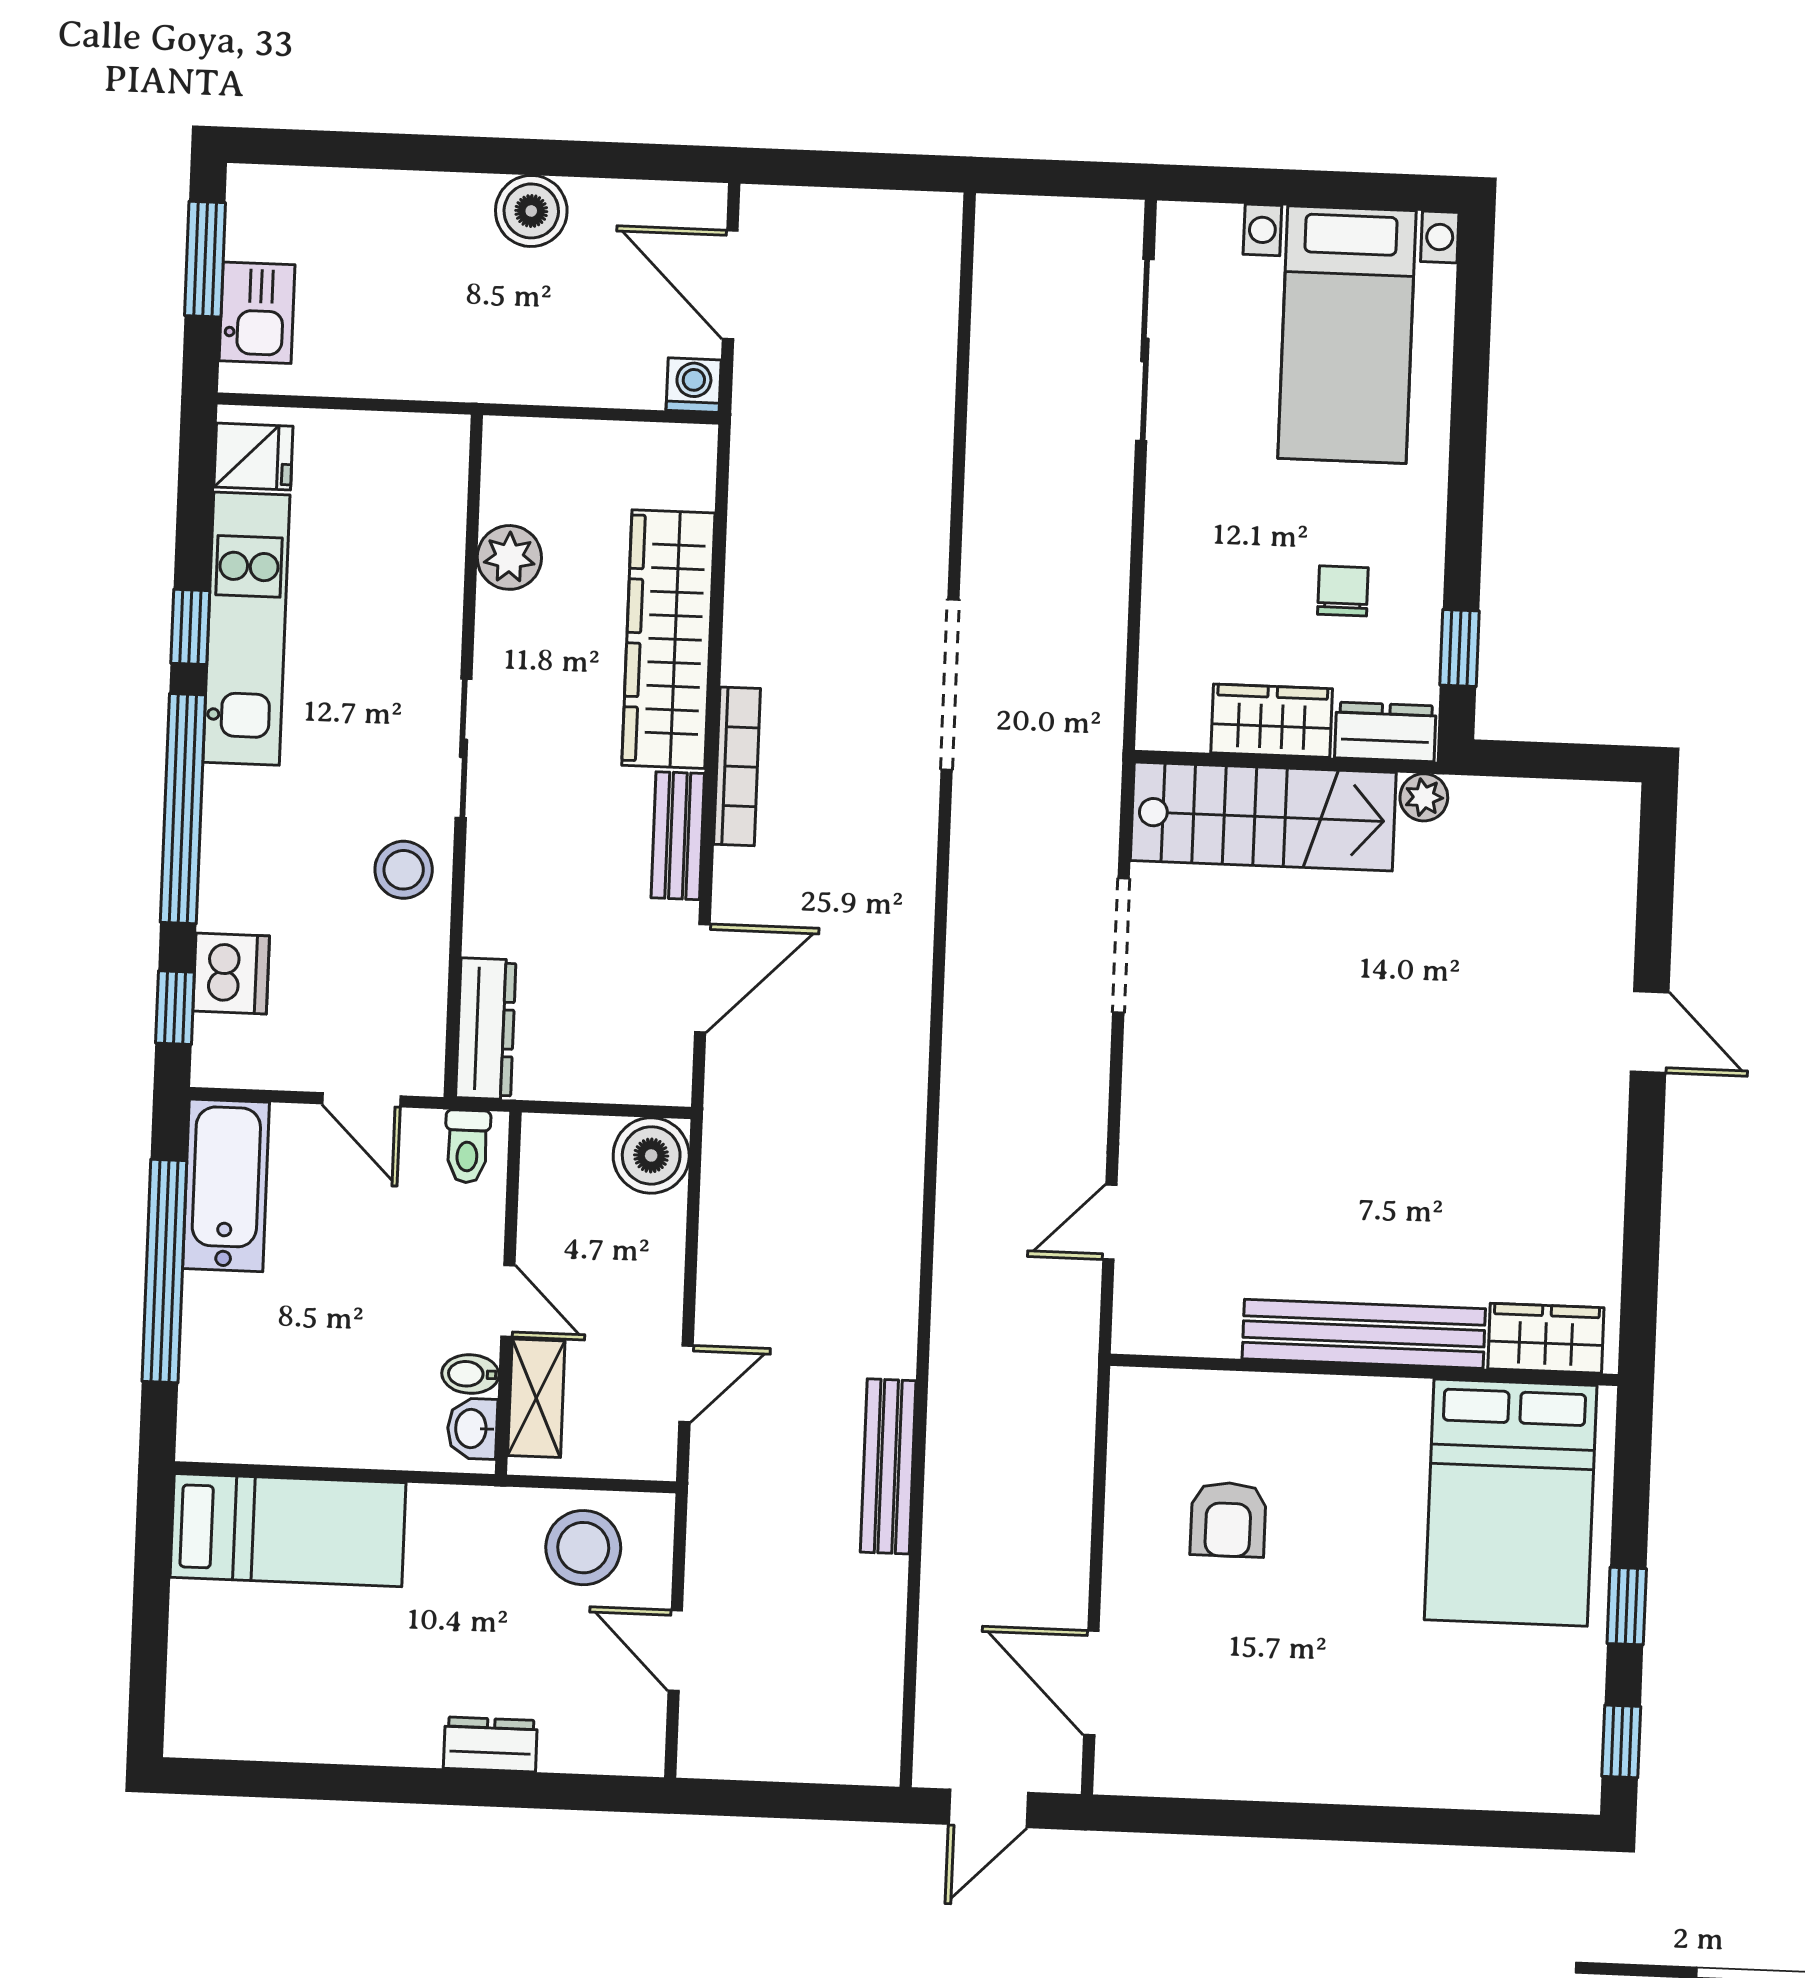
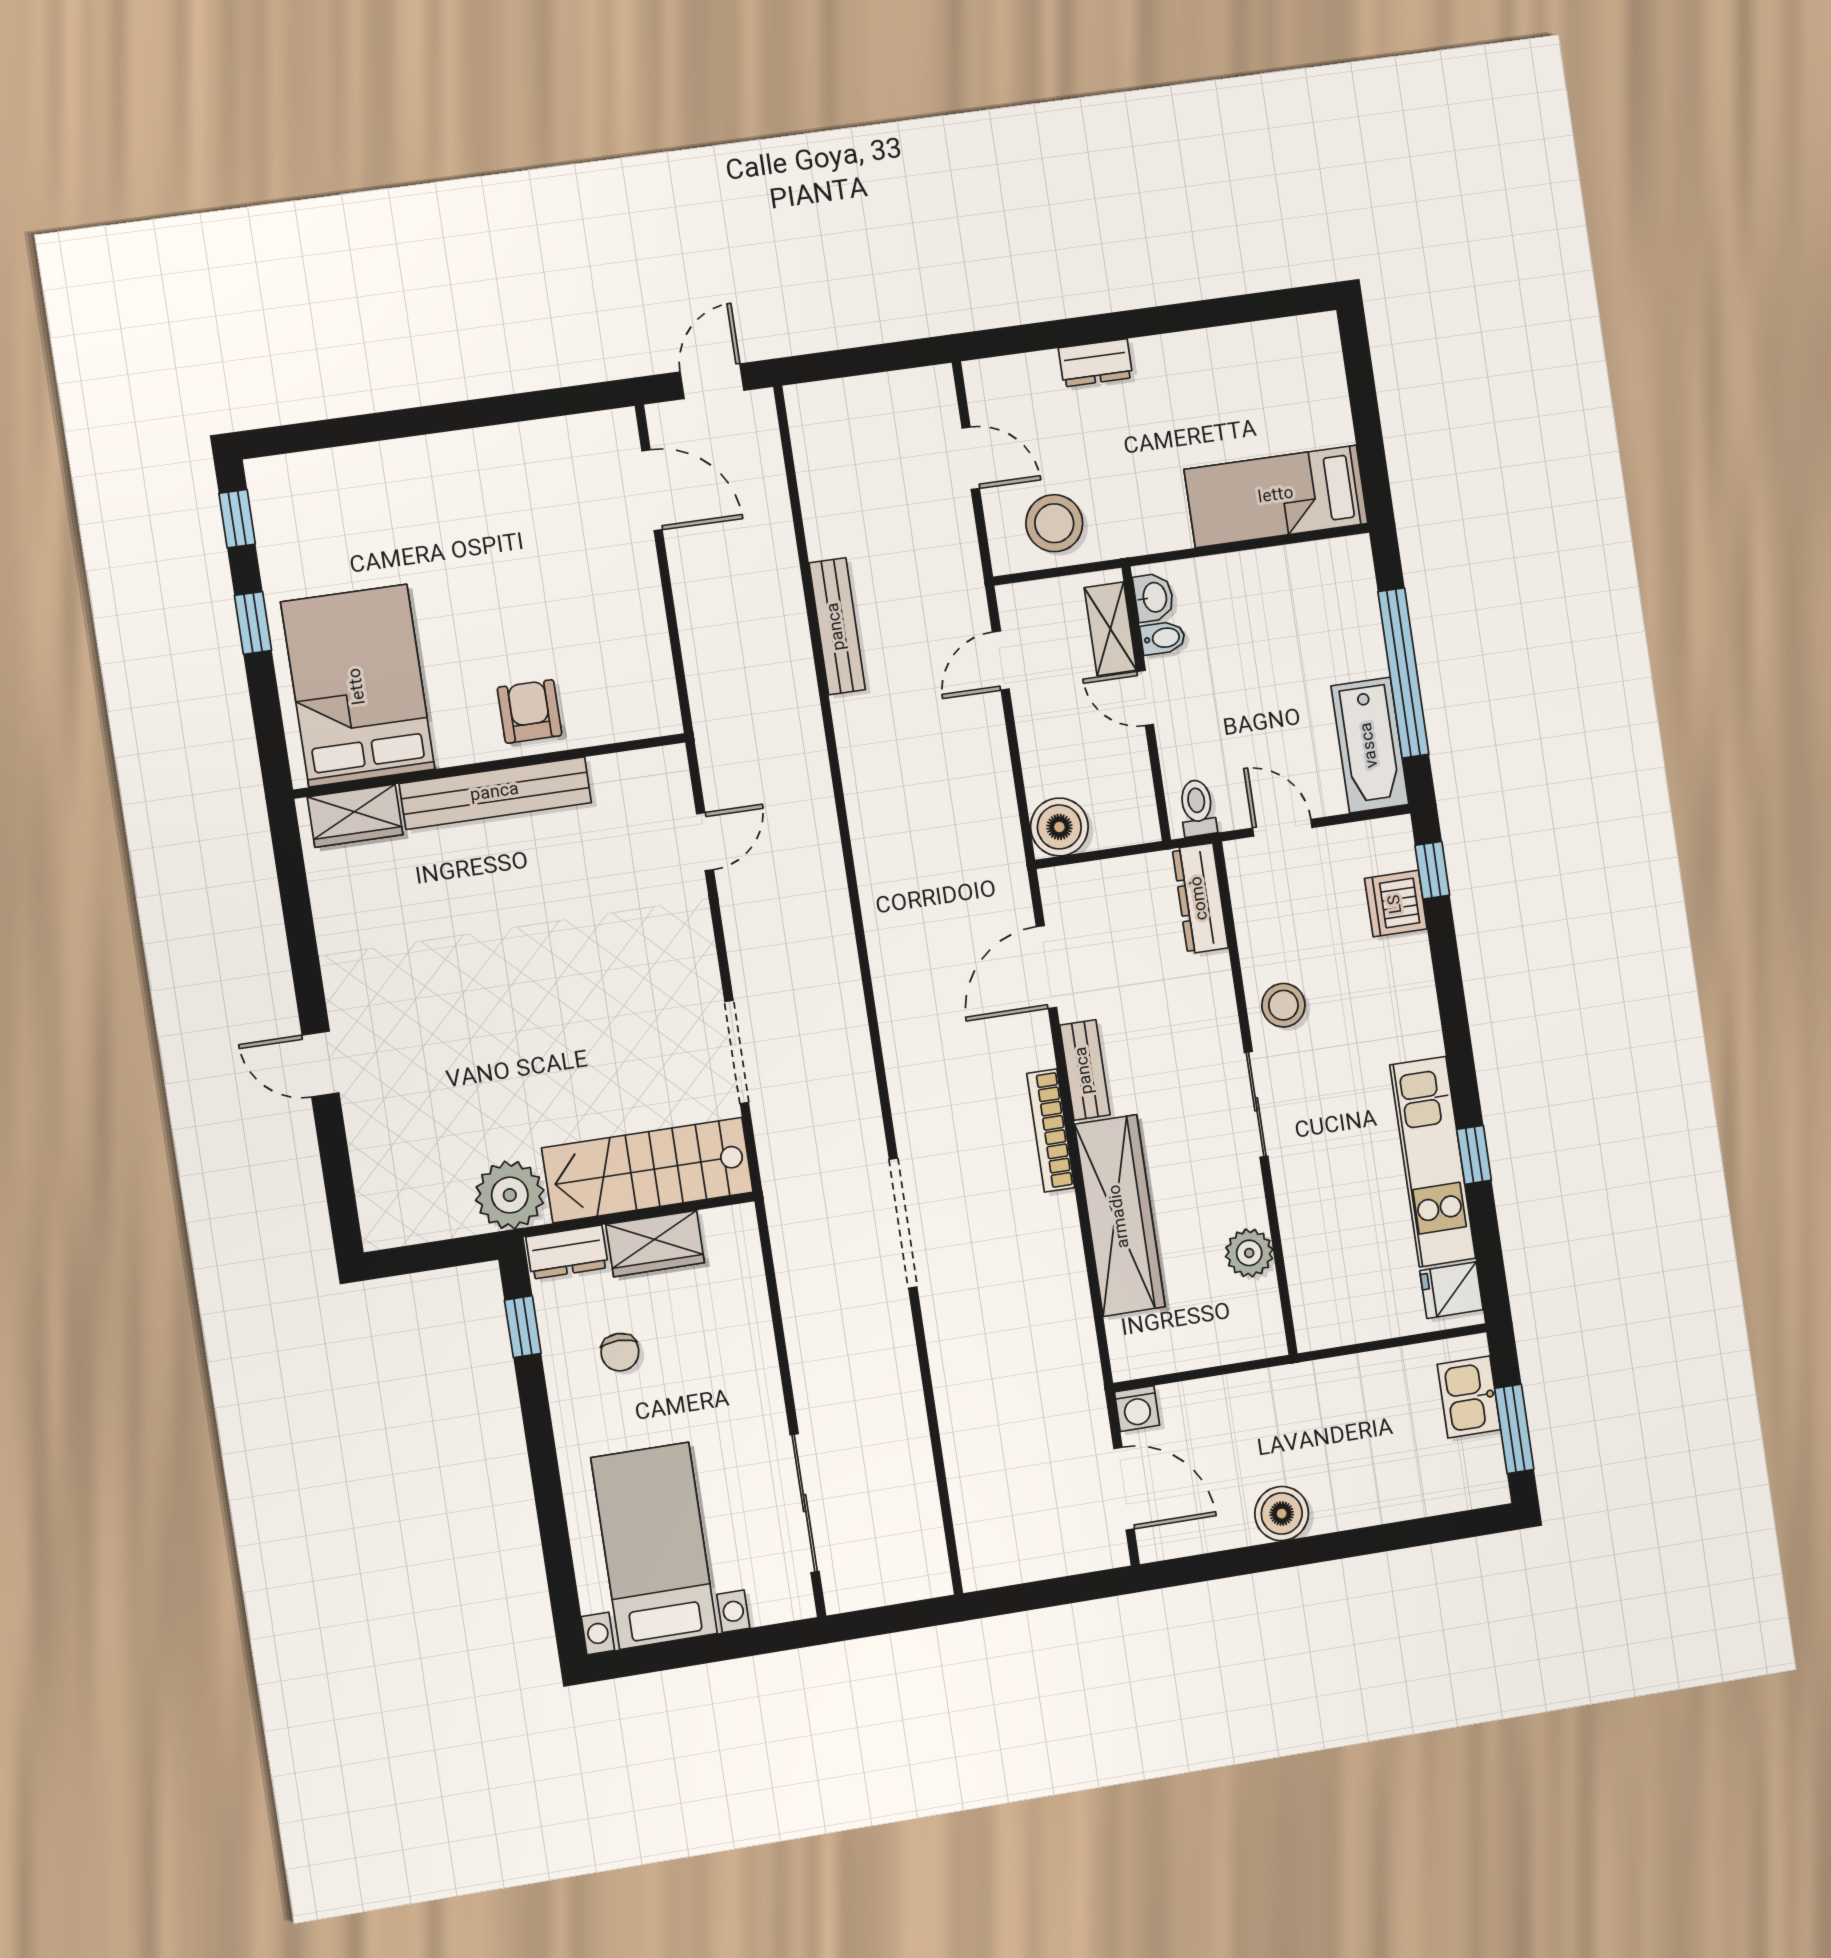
plant: (1424, 797) -> (510, 1195), width x1.88, depth x1.88
window: (183, 809) -> (1454, 1019), removed
armchair: (1228, 1519) -> (530, 711), moved

